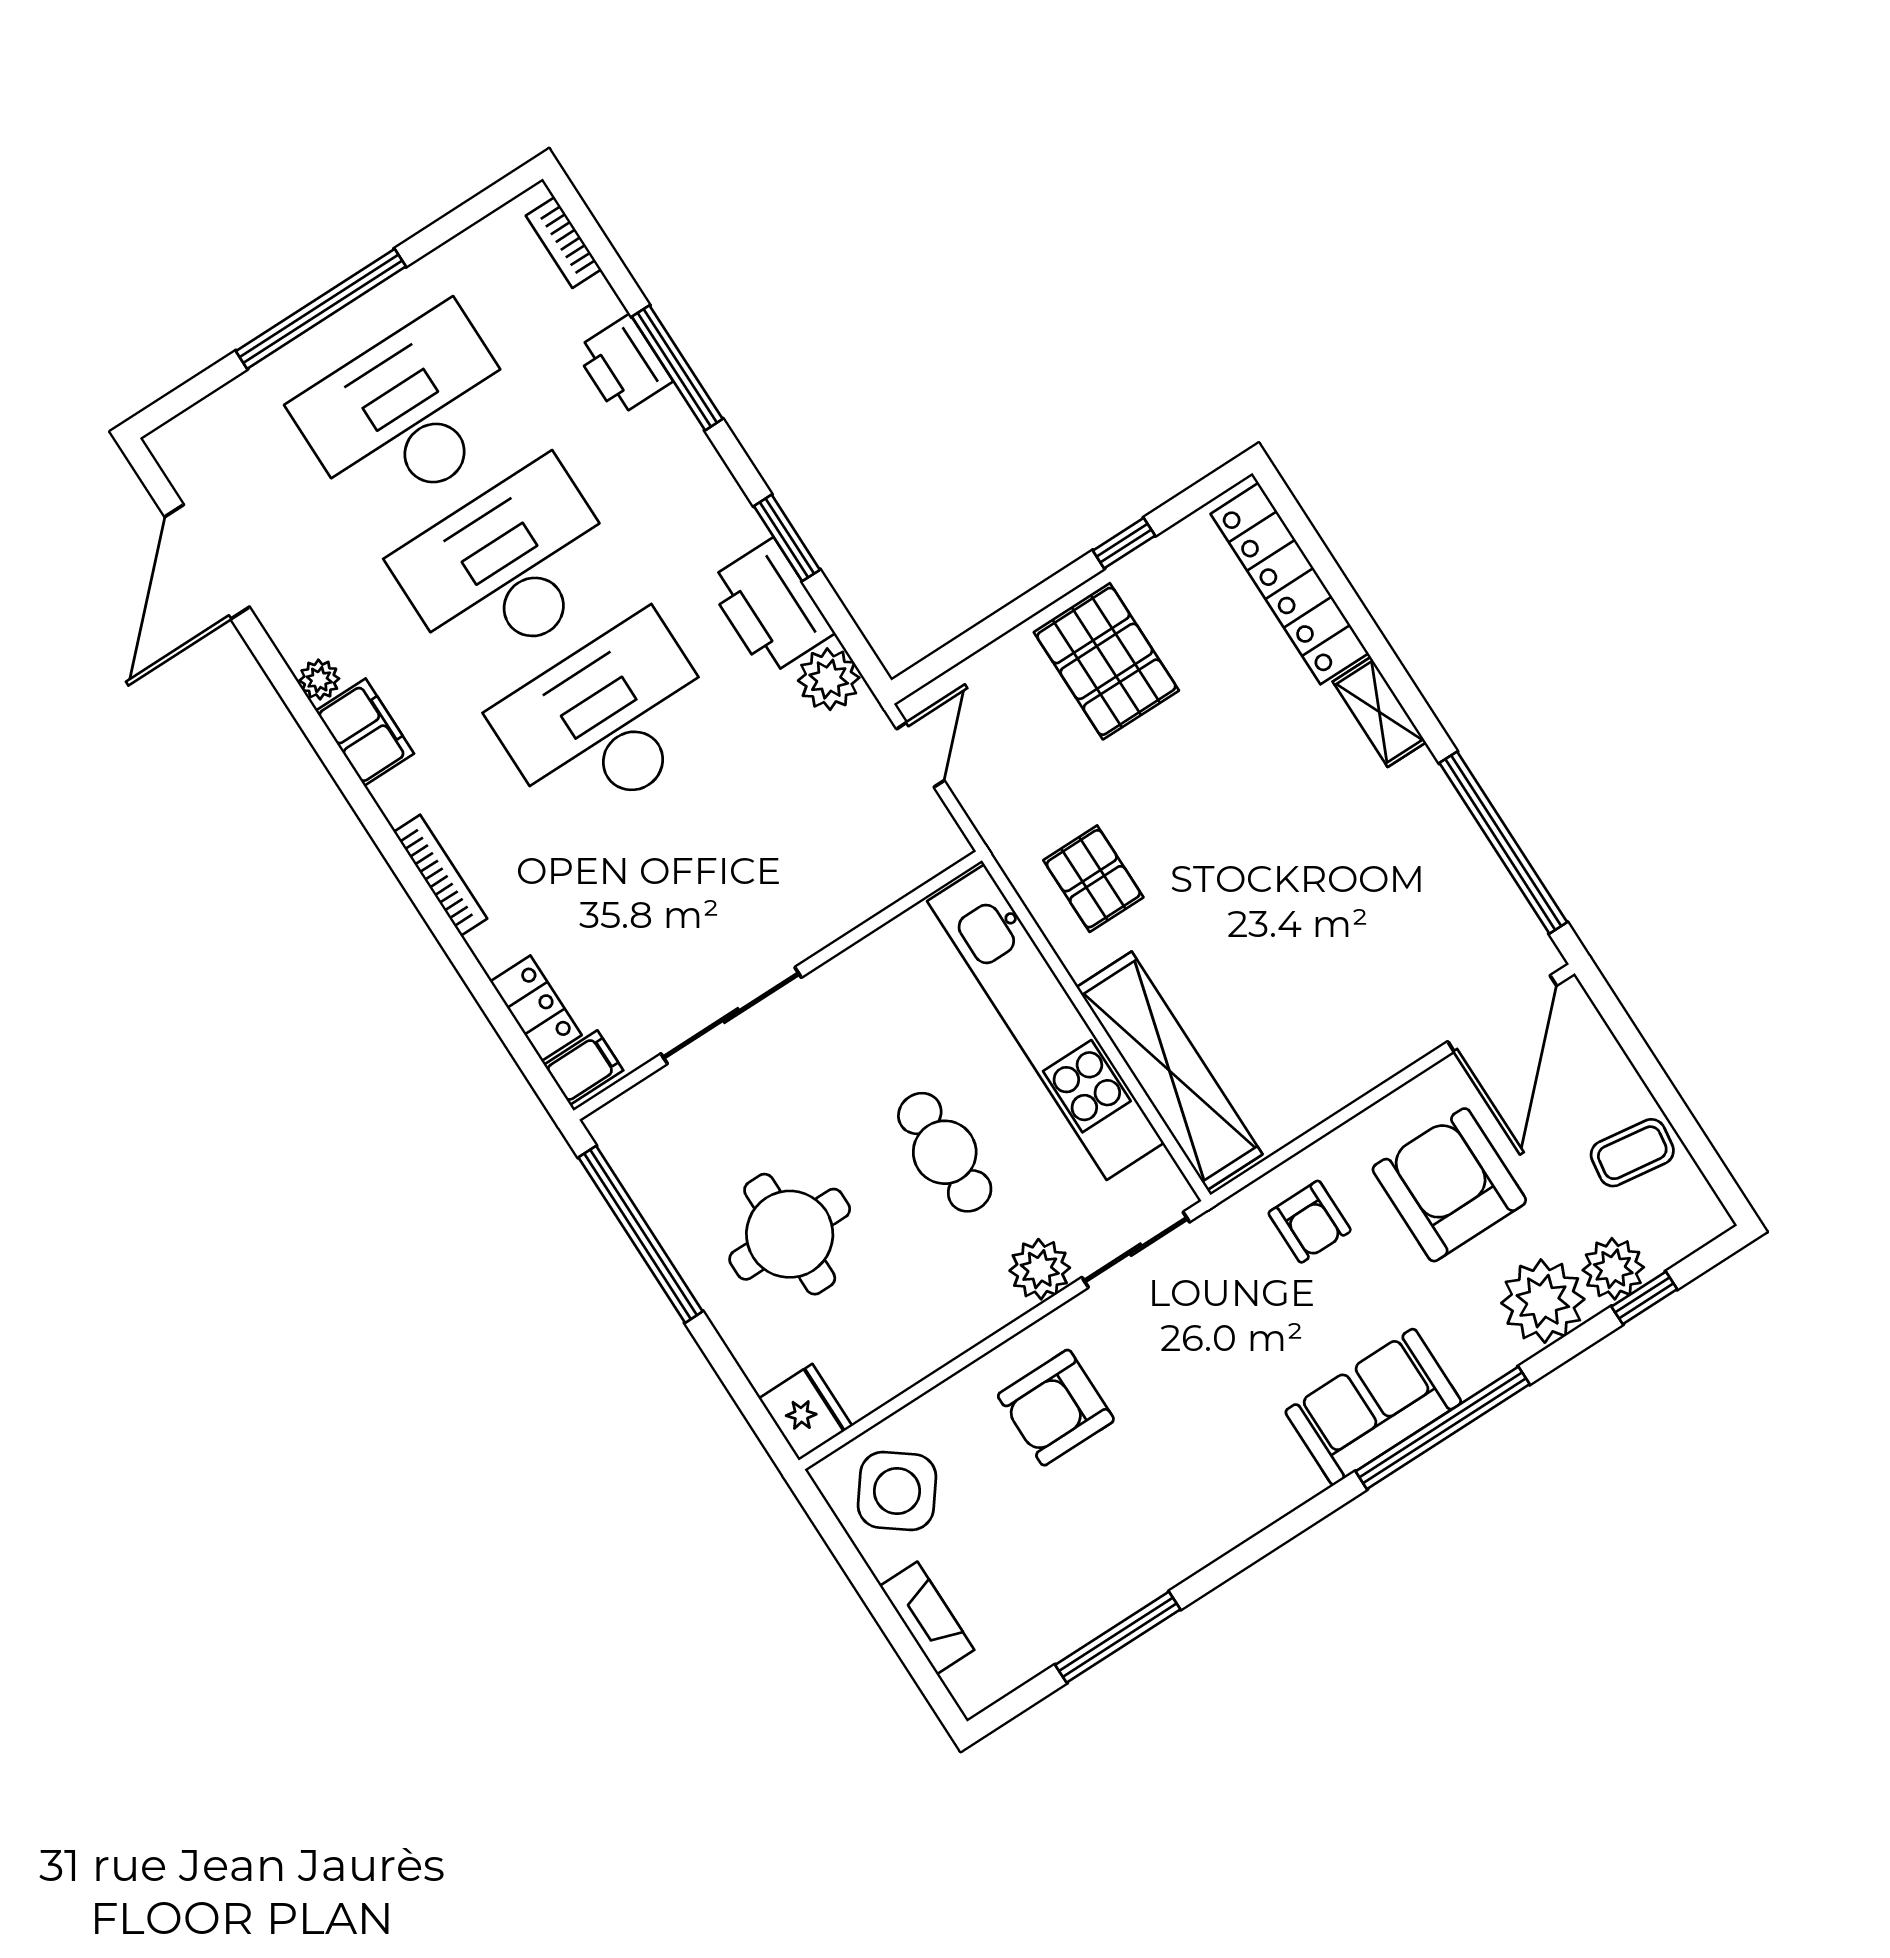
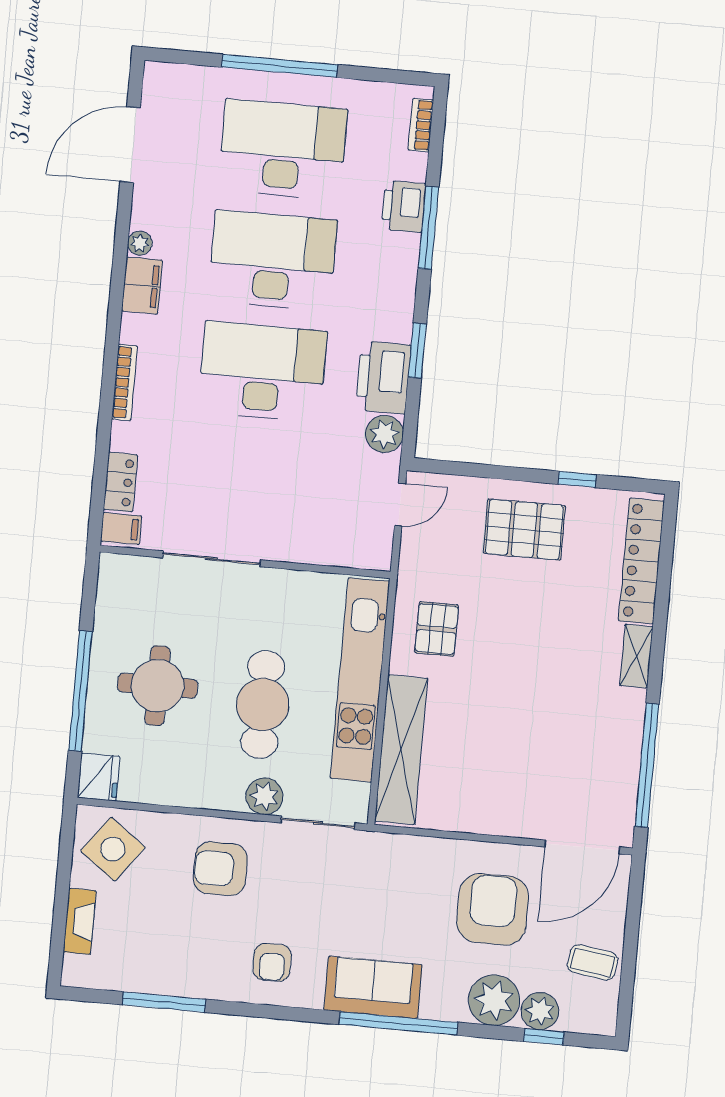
pallet: (1106, 661) -> (524, 530), turned 90
cafe table: (945, 1152) -> (263, 704), width x1.37, depth x1.35
armchair: (1310, 1222) -> (272, 962), moved
window: (641, 1234) -> (80, 691), moved

